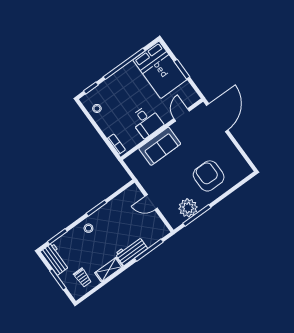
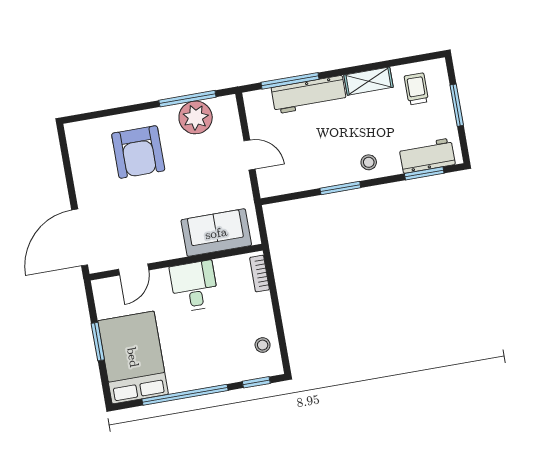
sofa: (160, 146) -> (216, 233), moved
workbench: (131, 251) -> (309, 95), width x1.38
workbench: (55, 259) -> (427, 156), moved, turned 90

